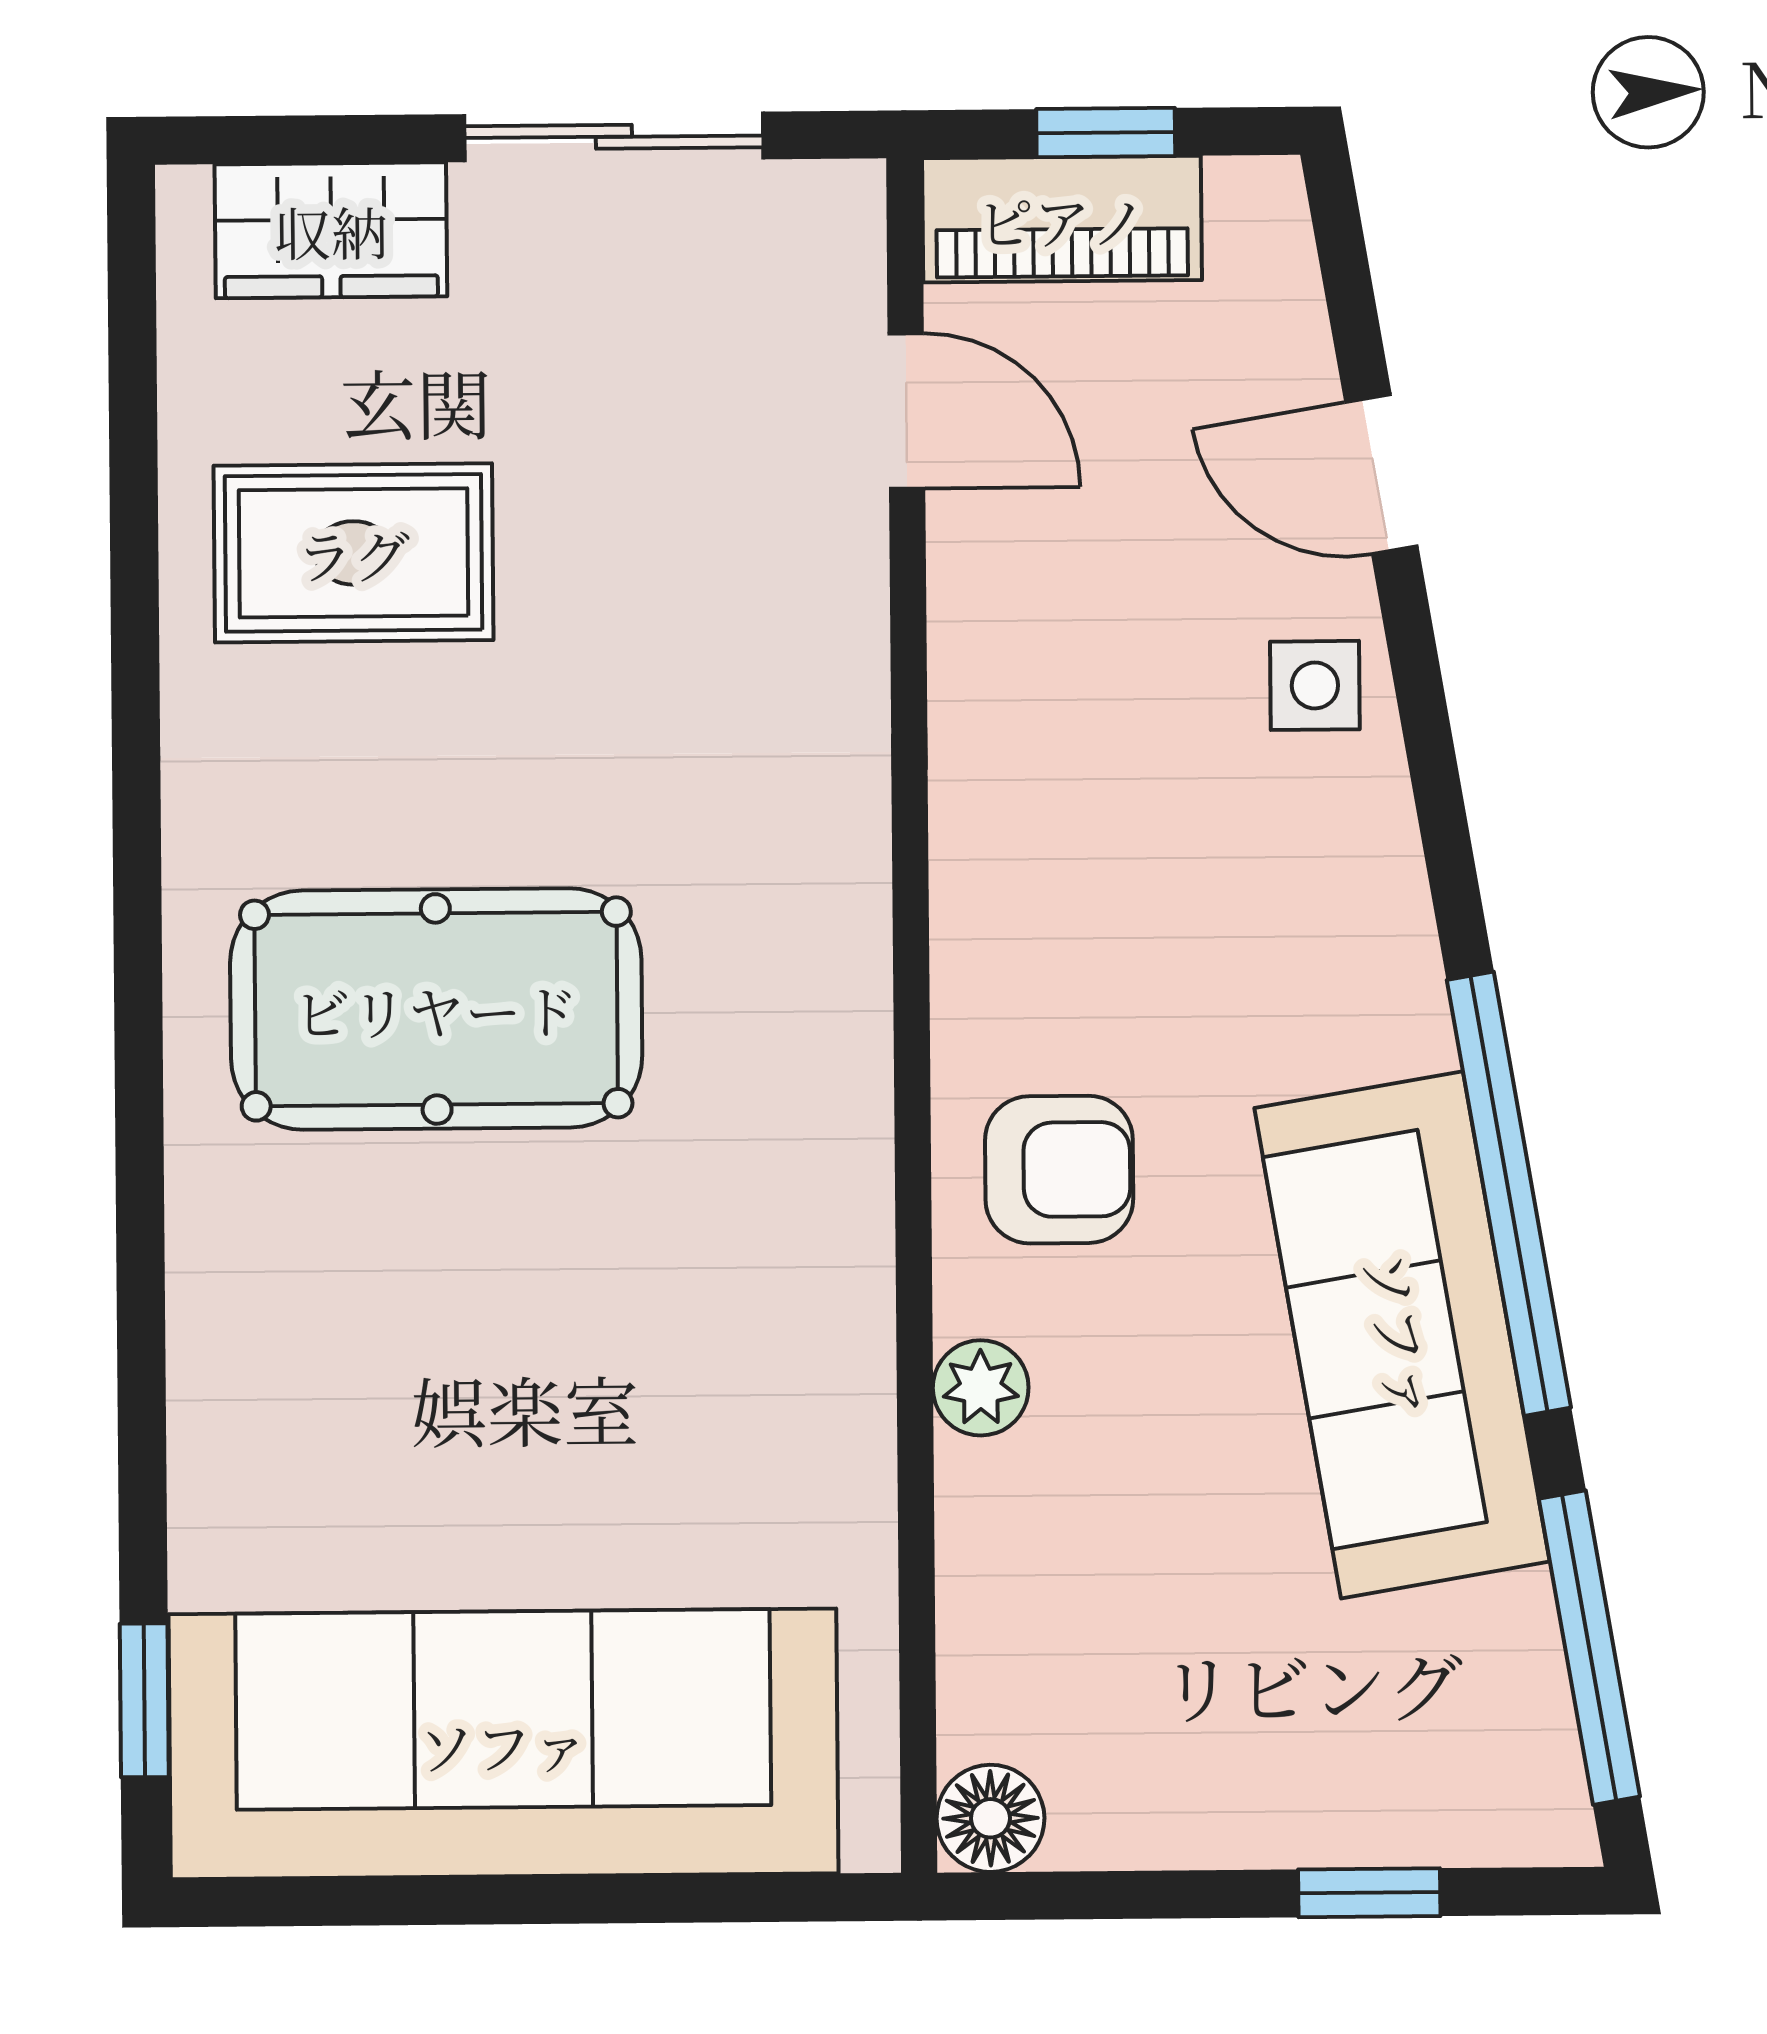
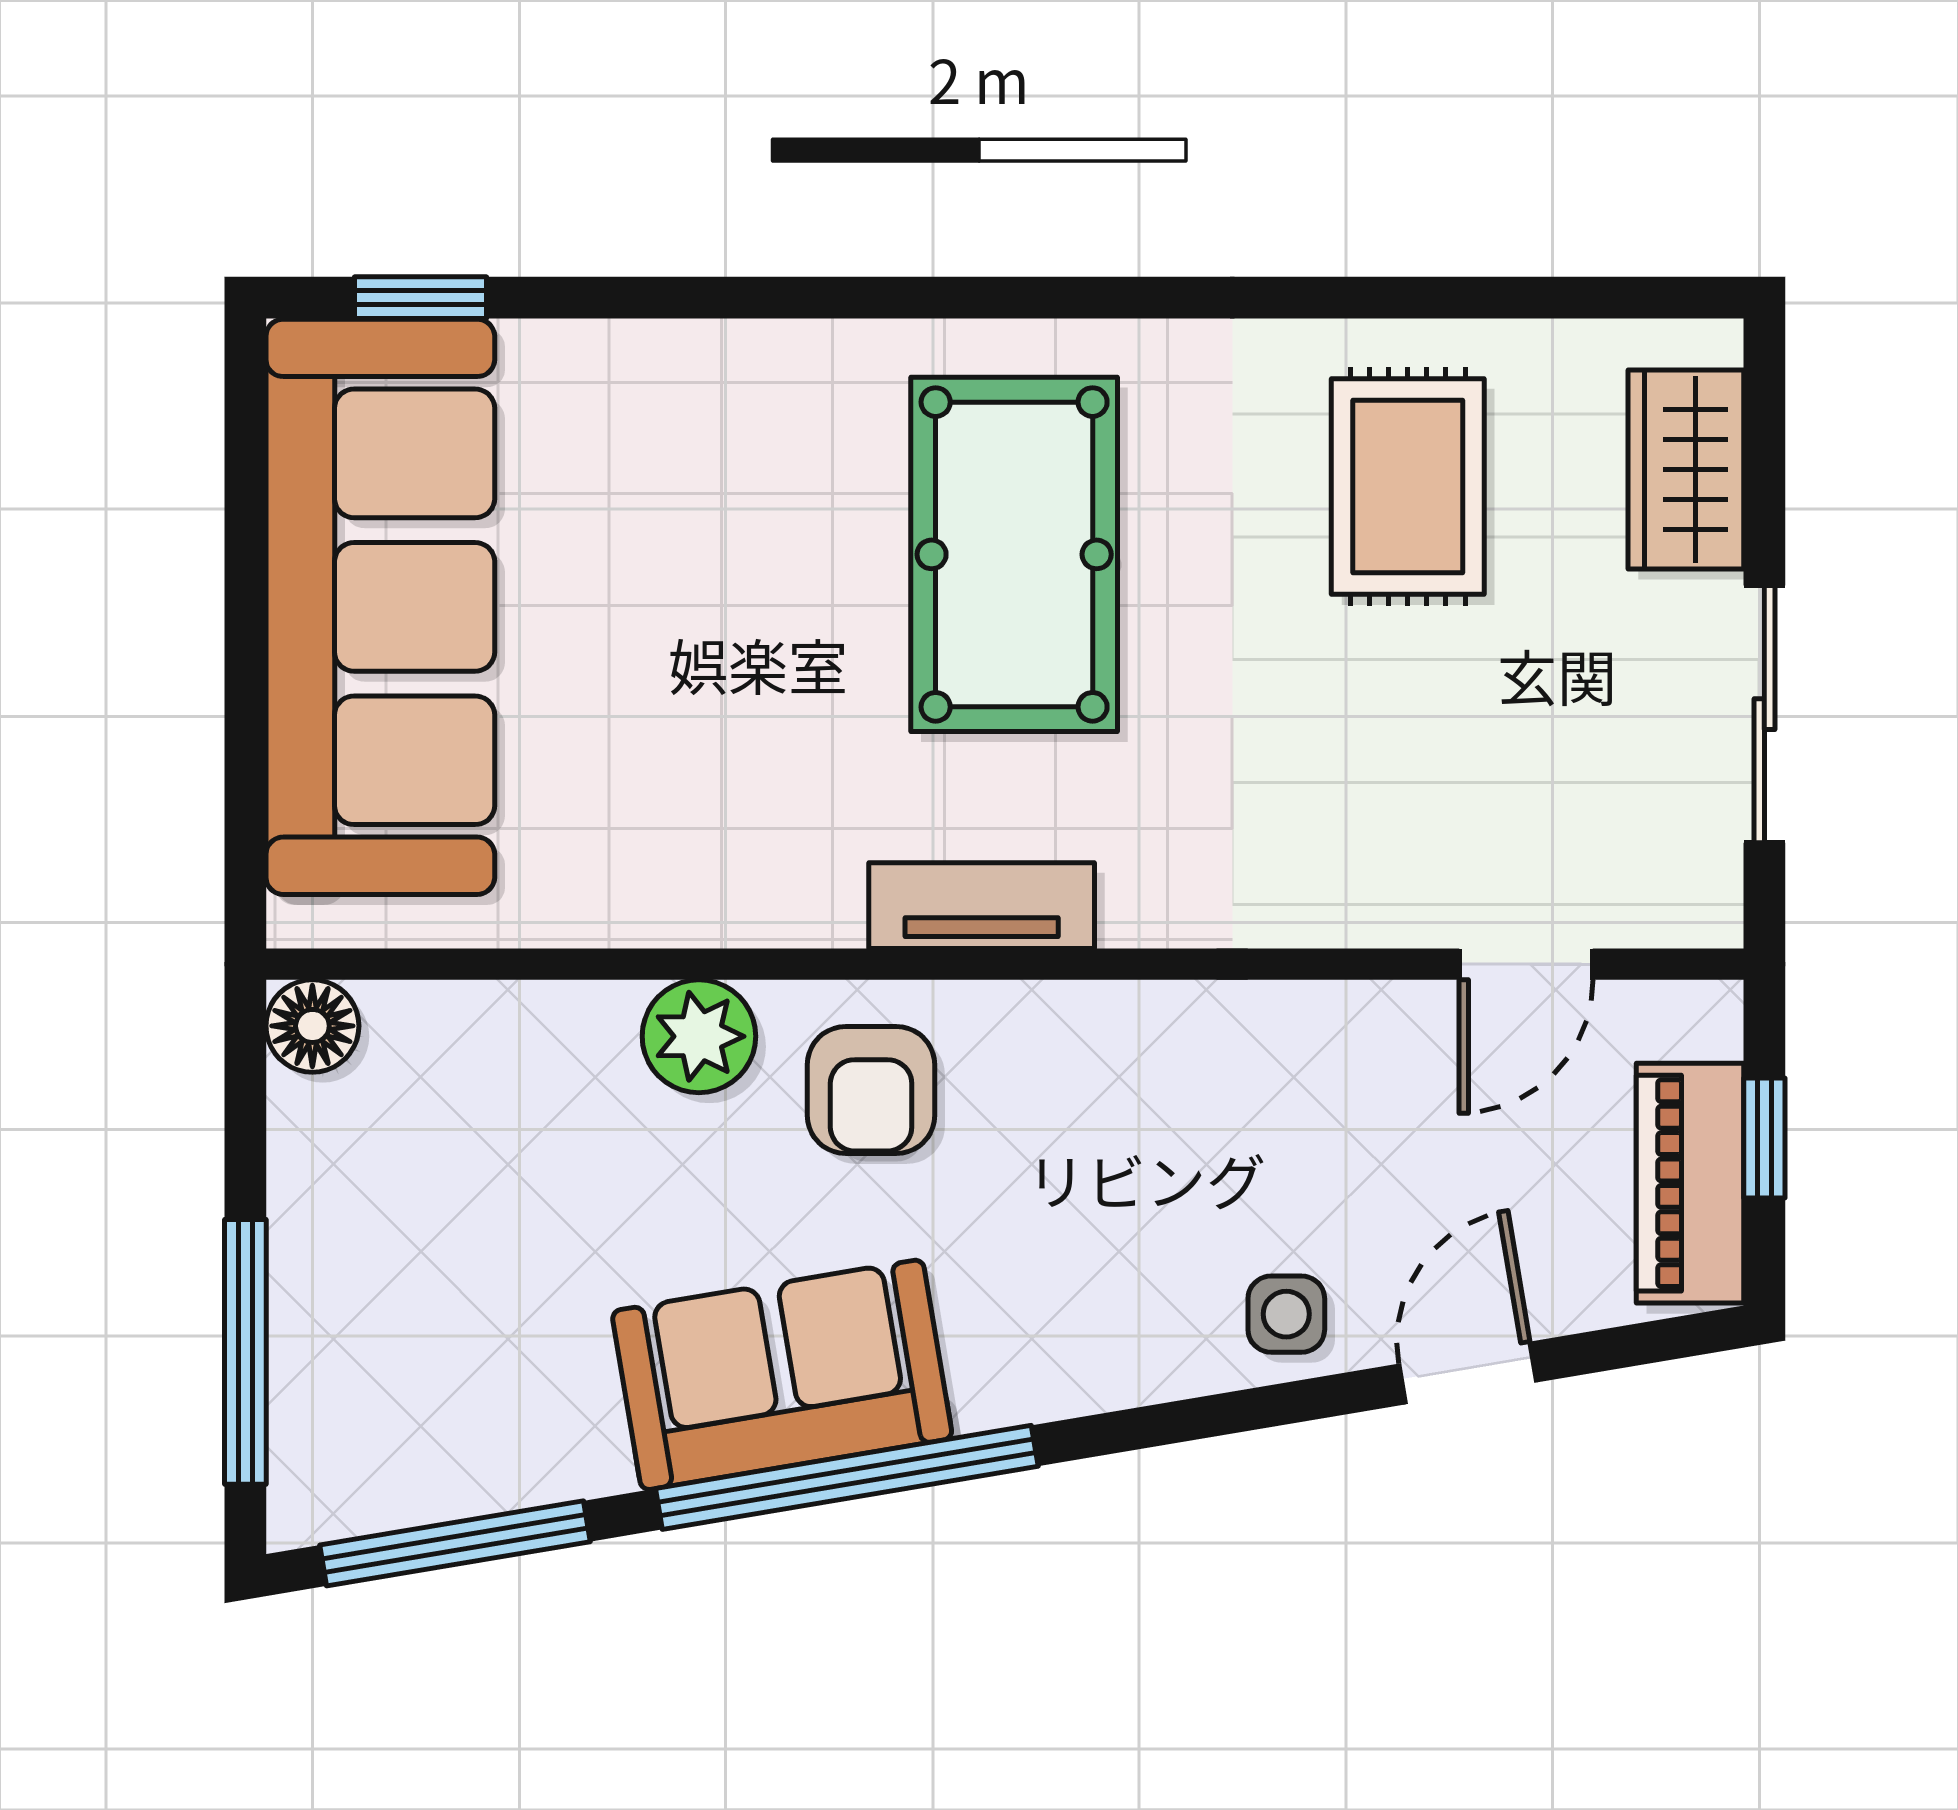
piano: (1062, 219) -> (1690, 1183), moved
tv unit: (844, 1043) -> (982, 906), added
sofa: (1402, 1335) -> (782, 1375), width x0.73
plant: (981, 1388) -> (699, 1036), width x1.38, depth x1.38
window: (1369, 1893) -> (245, 1352), width x2.17

